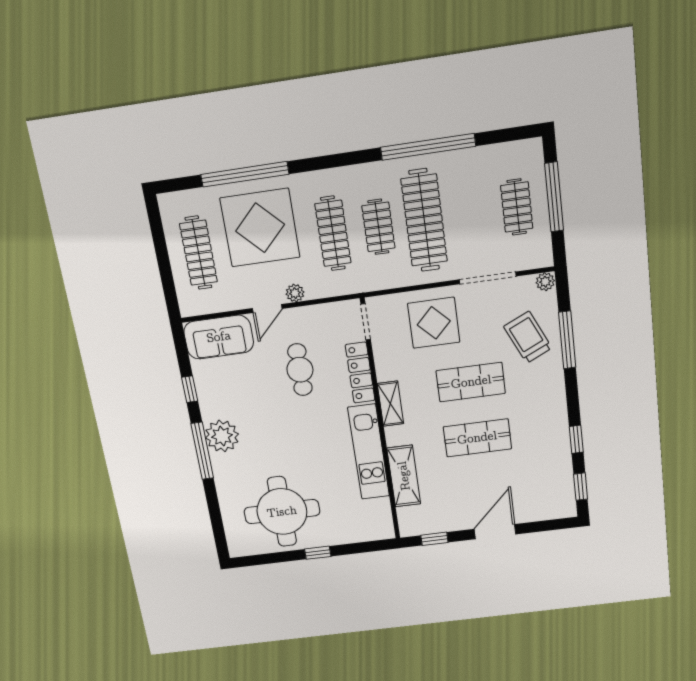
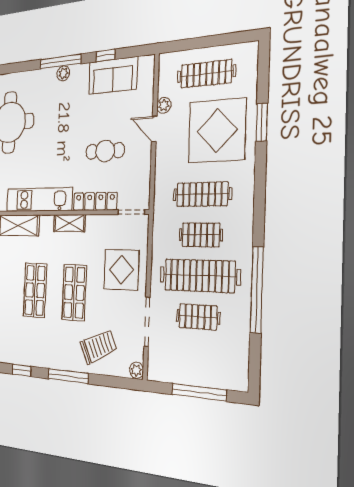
window: (245, 174) -> (262, 122), width x0.47
clothes rail: (517, 207) -> (198, 317), moved
plant: (295, 293) -> (164, 105), moved
sofa: (219, 337) -> (113, 76), moved, turned -90
window: (567, 340) -> (68, 376), moved
plant: (222, 436) -> (63, 73), width x0.53, depth x0.53

